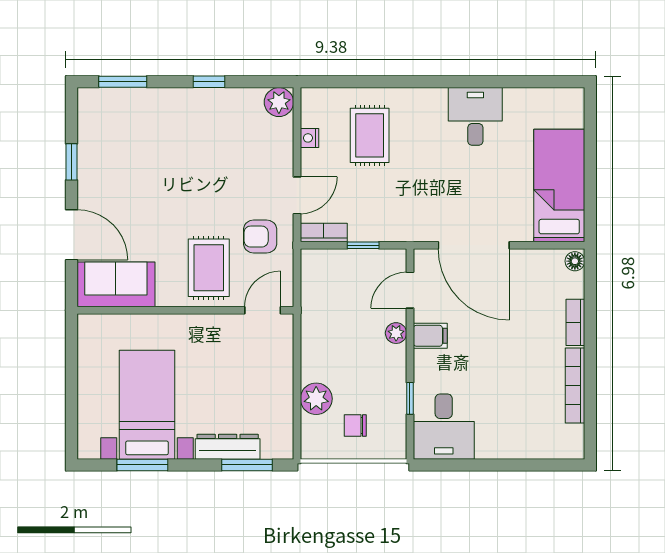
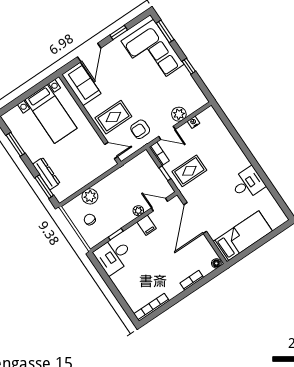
plant: (279, 102) -> (179, 114), moved
corner sofa: (145, 128) -> (153, 53), added
rug: (370, 135) -> (189, 171), moved
armchair: (260, 237) -> (140, 129), turned -90
bookcase: (575, 385) -> (151, 307), moved
bed with nightstands: (147, 405) -> (51, 114), moved, turned 90

